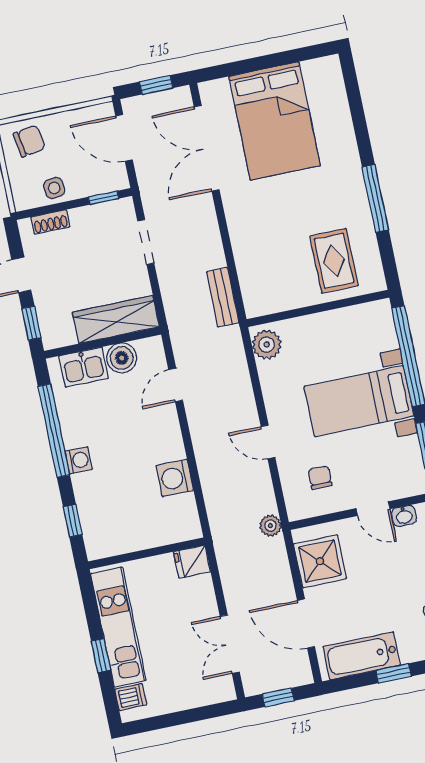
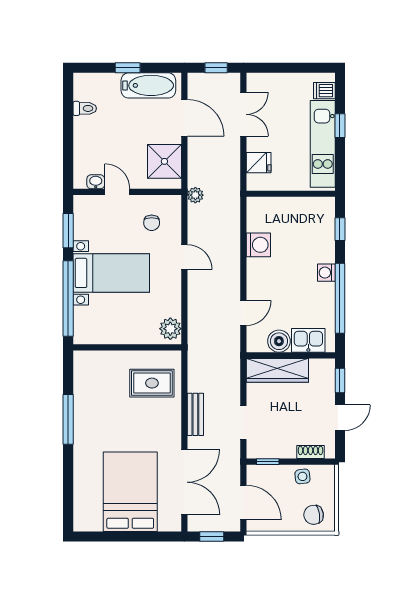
rug: (334, 261) -> (152, 383), moved, turned 90
bench: (223, 297) -> (195, 414), moved
fridge: (192, 562) -> (259, 163), moved

